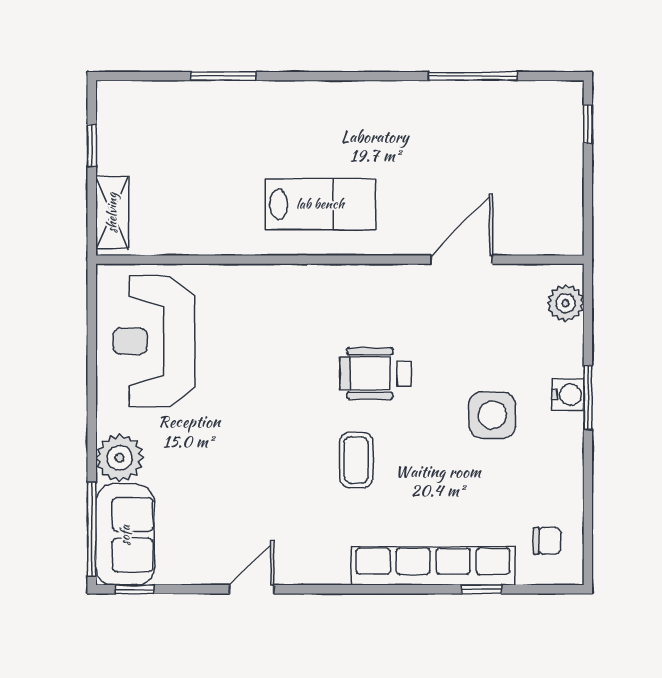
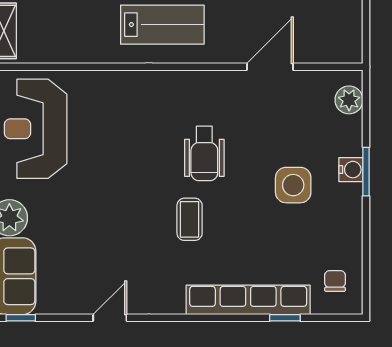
wheelchair: (376, 374) -> (204, 153), turned -90
chair: (547, 541) -> (335, 281), turned -90

